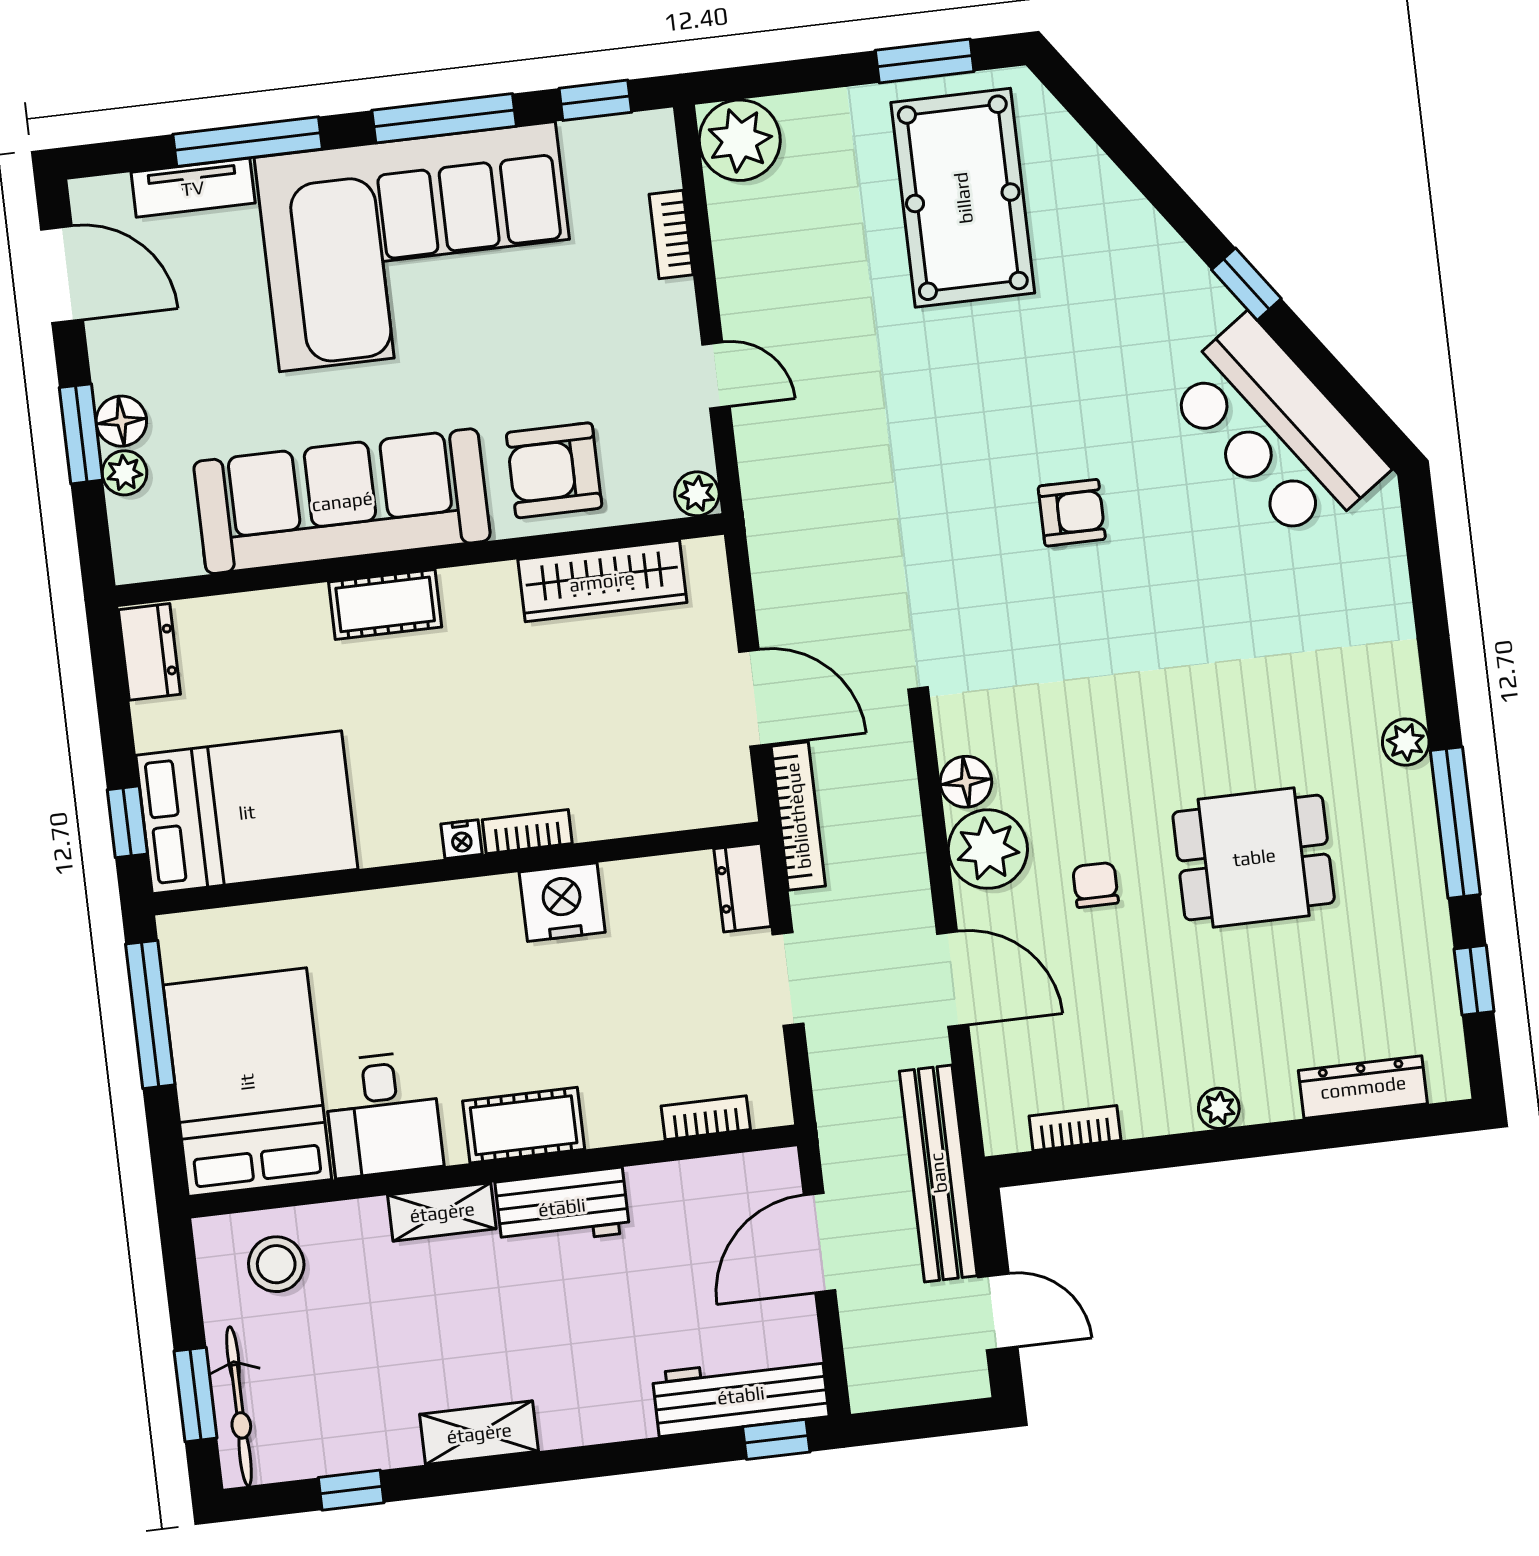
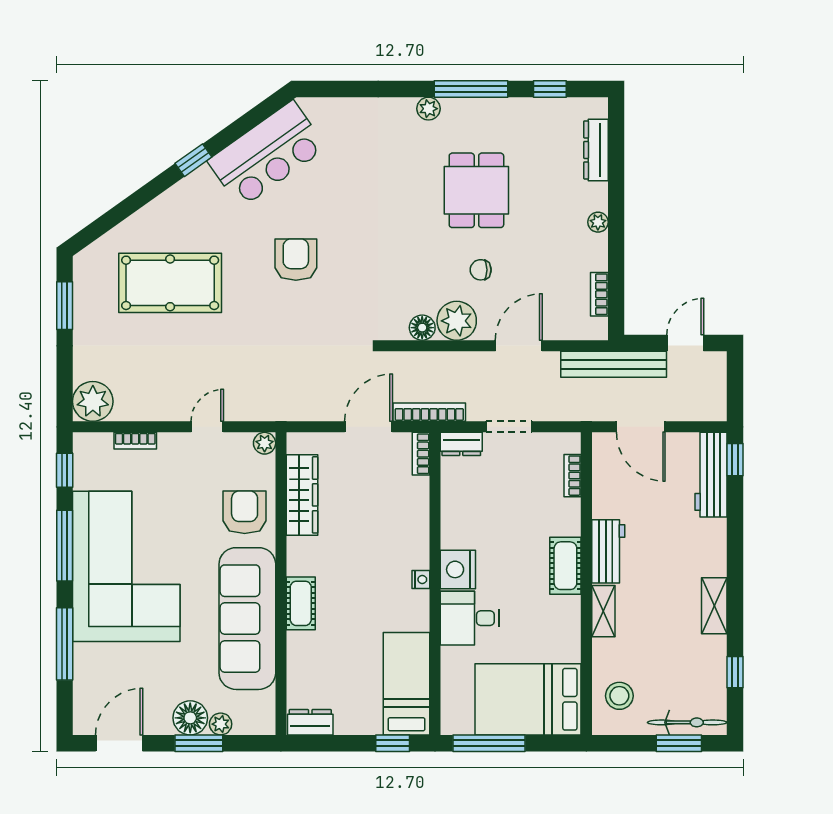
tv unit: (193, 188) -> (84, 673), removed
pool table: (963, 198) -> (170, 283), moved
floor lamp: (121, 421) -> (190, 718), width x1.38, depth x1.38
armchair: (554, 470) -> (245, 512), turned 180
armchair: (1072, 513) -> (296, 260), width x1.38, depth x1.38
bed: (247, 812) -> (406, 684), width x0.67
bookcase: (527, 832) -> (421, 454), moved
nightstand: (562, 902) -> (458, 569), moved
desk: (383, 1114) -> (470, 618), moved, turned 180

